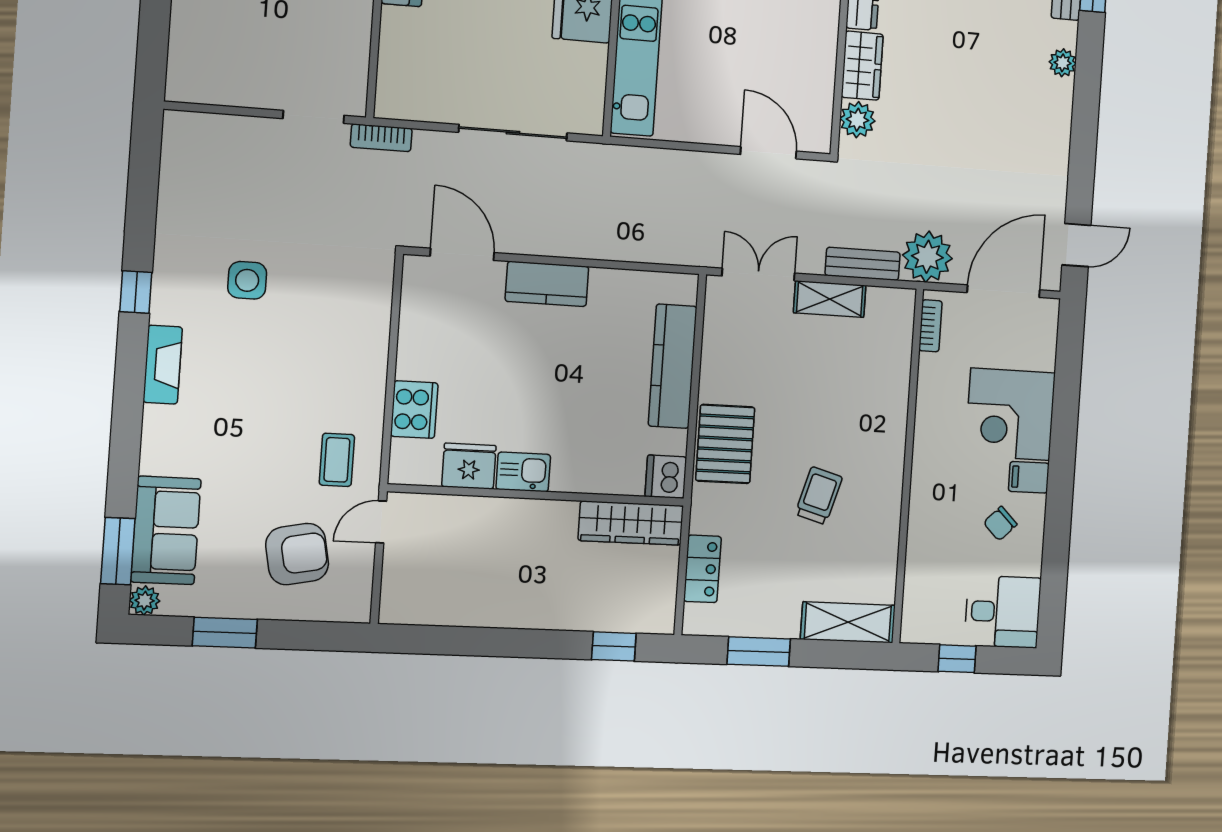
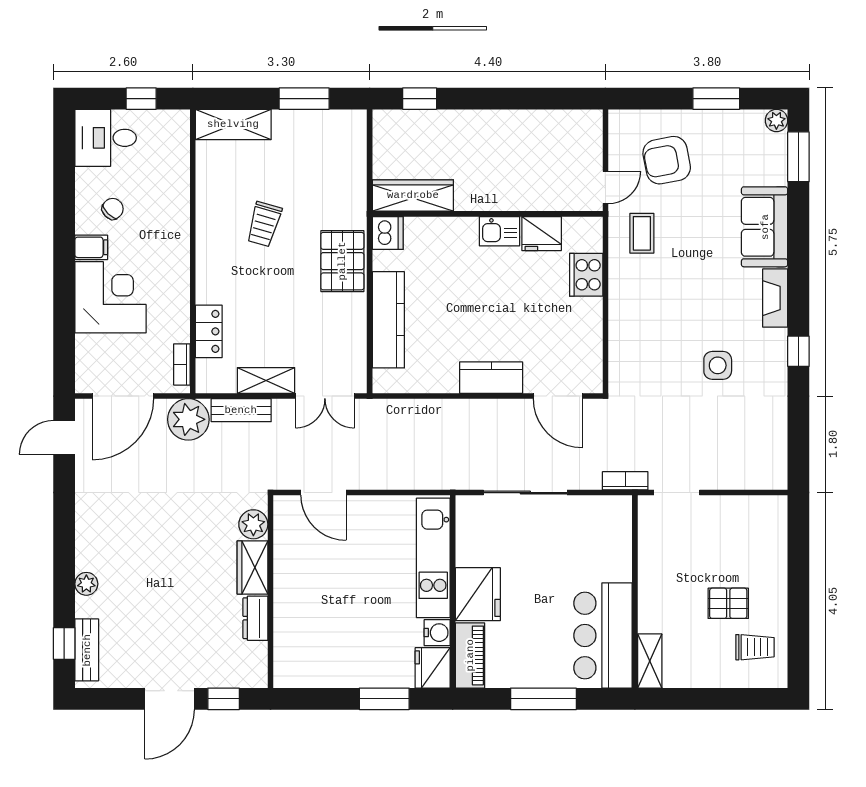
sofa: (166, 530) -> (765, 227), moved
locker: (702, 569) -> (209, 331), moved, turned 180

